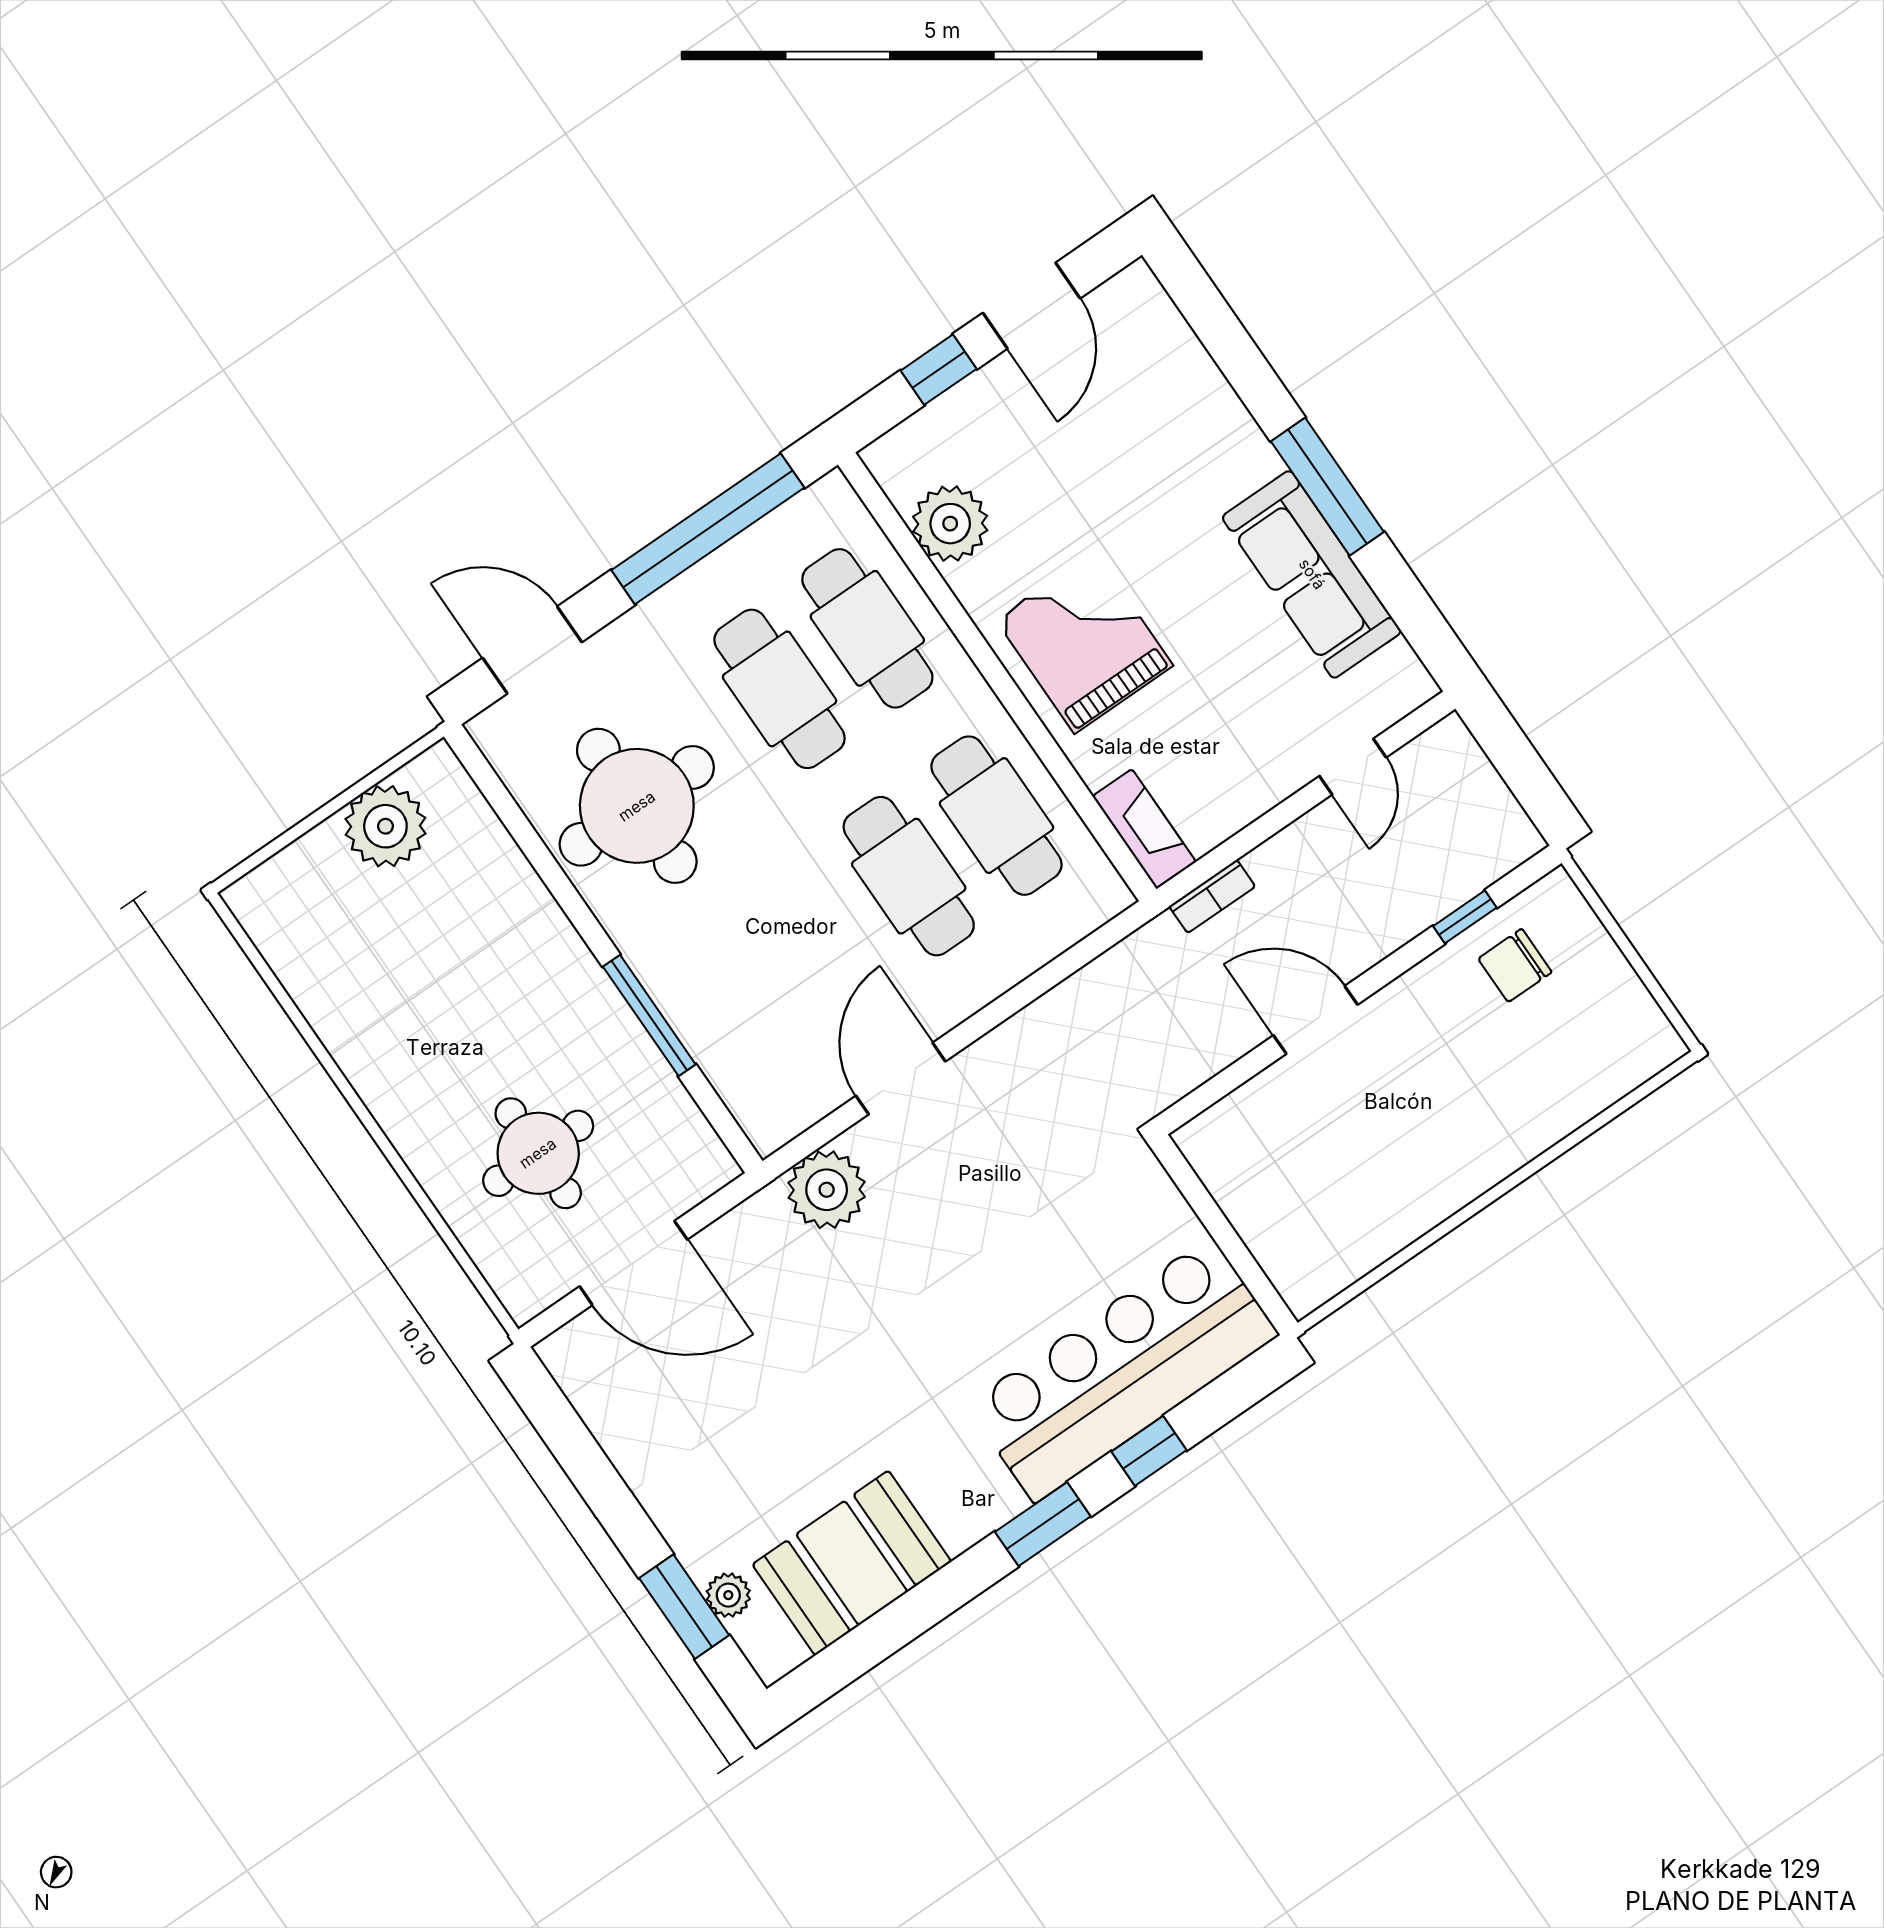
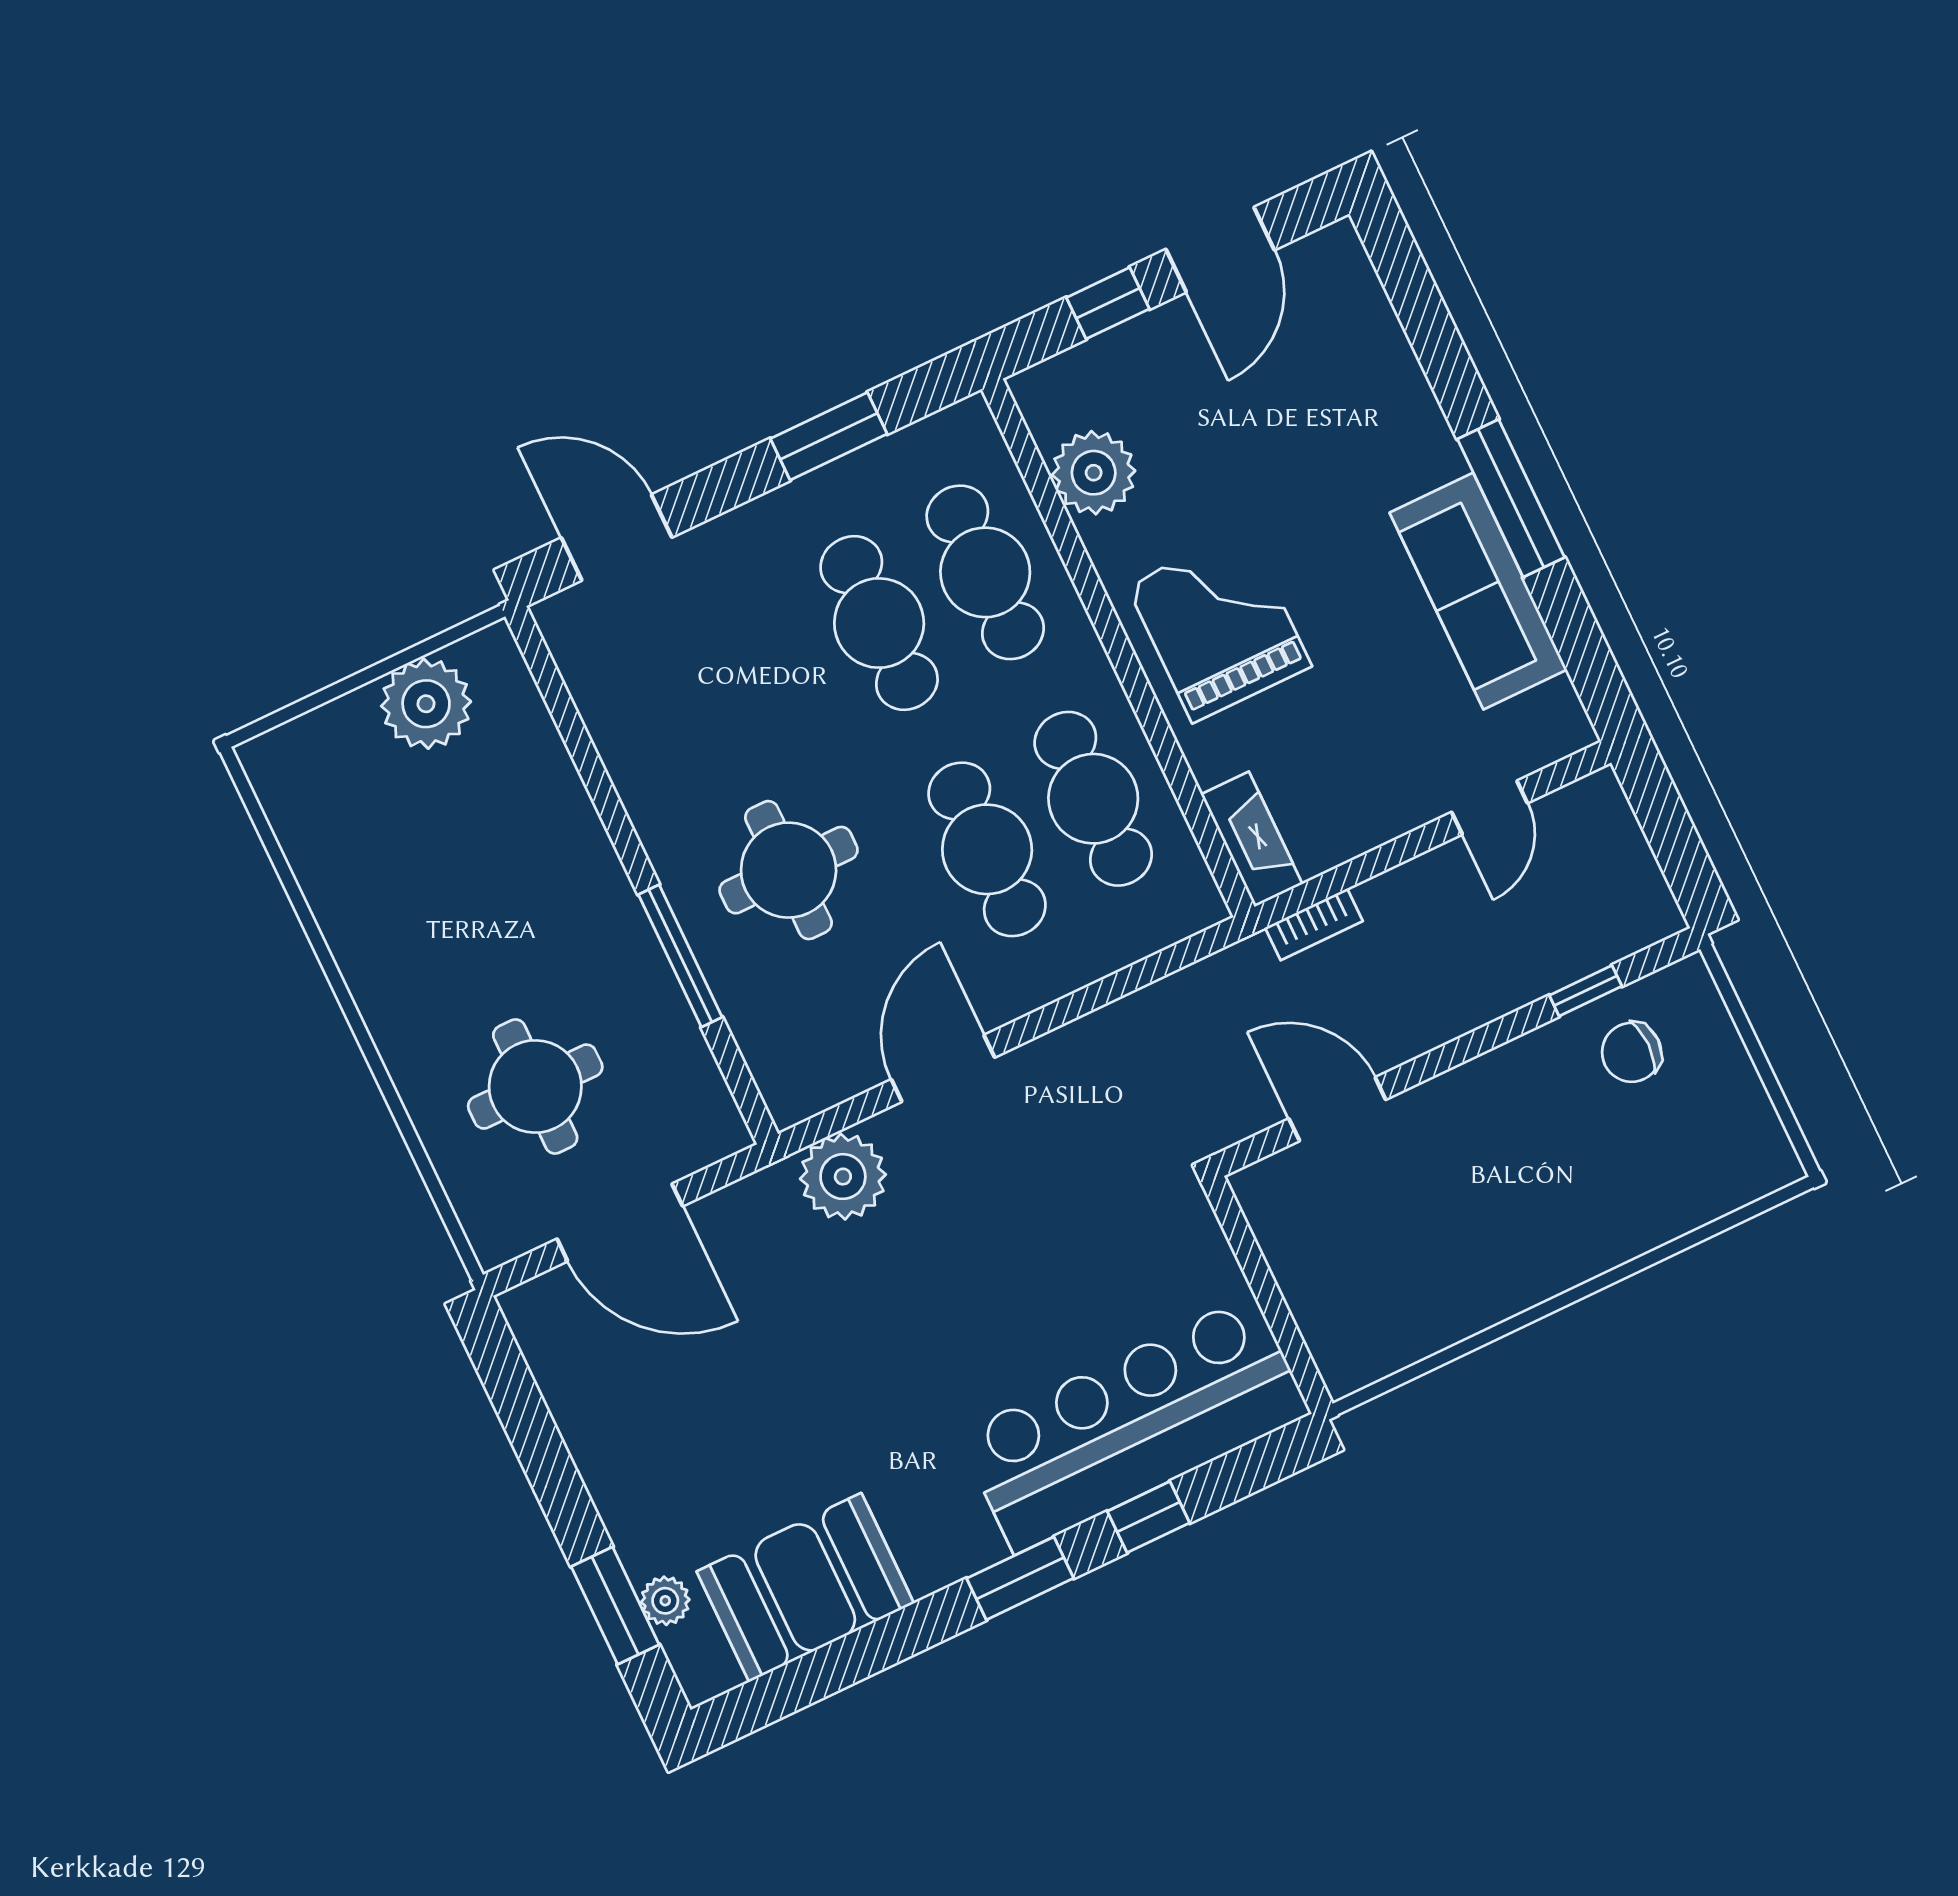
window: (708, 529) -> (829, 436), width x0.47
round table: (637, 806) -> (789, 870), moved, width x0.73, depth x0.73
door: (1315, 1020) -> (1337, 1109), moved

